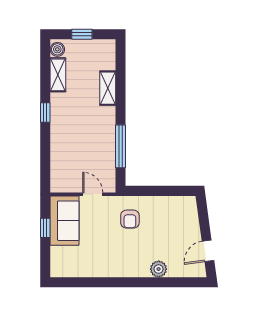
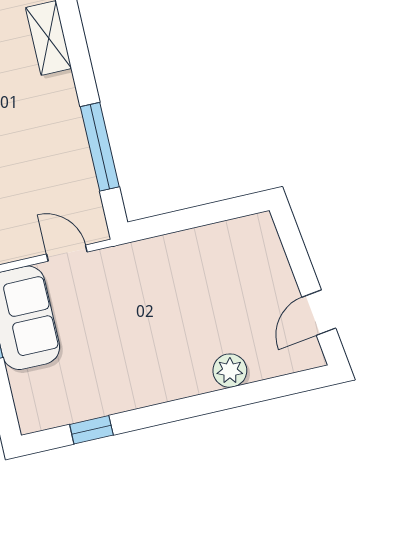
armchair: (130, 219) -> (151, 285), removed
window: (85, 282) -> (91, 430), added

